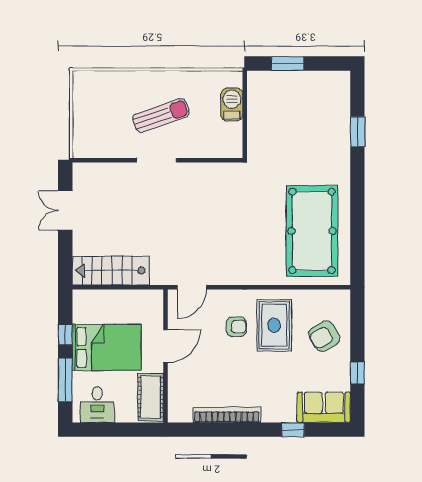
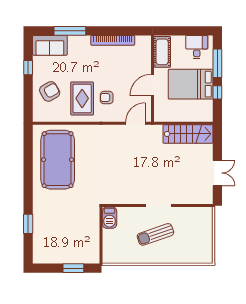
barbecue: (232, 104) -> (109, 218), moved
window: (293, 430) -> (70, 31), width x2.17

